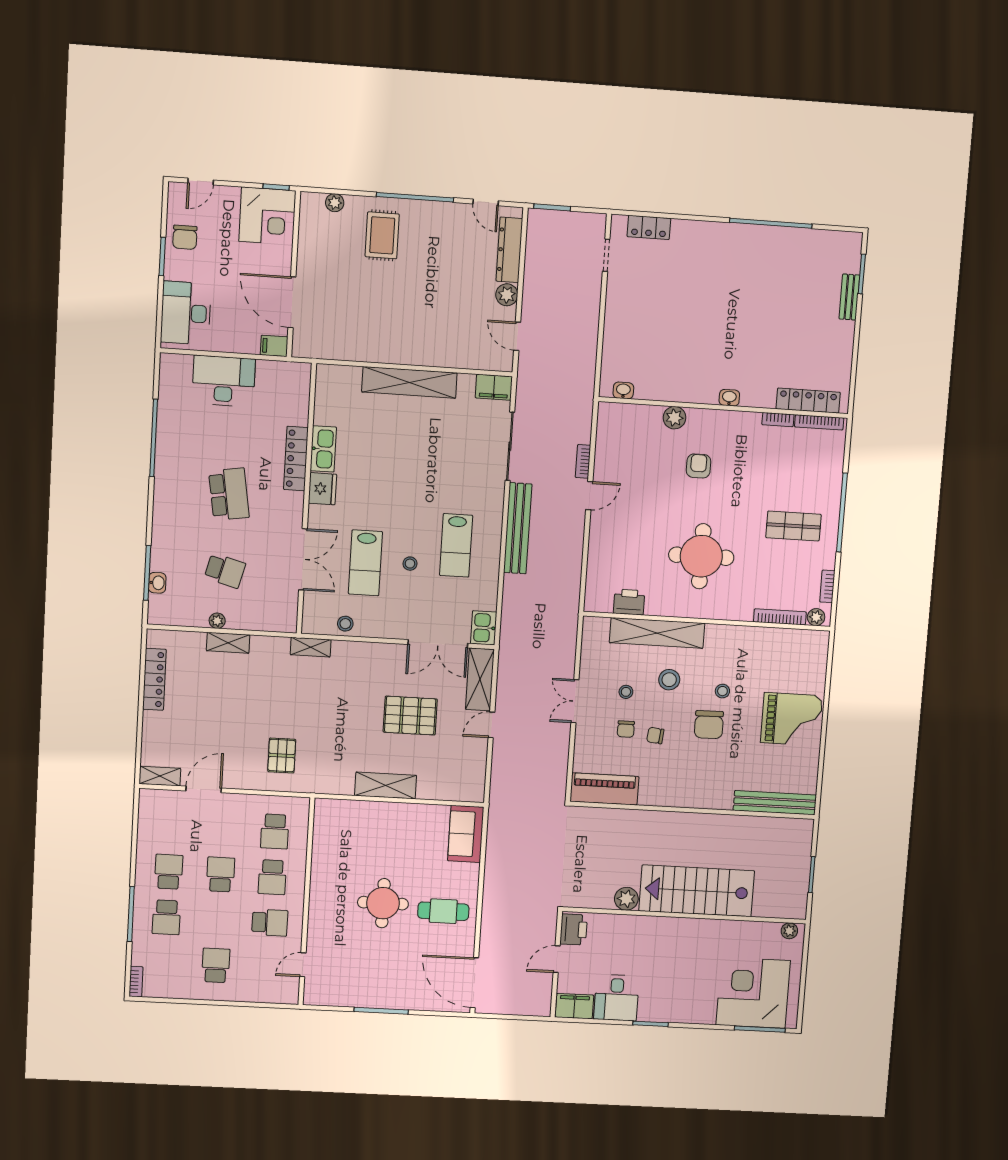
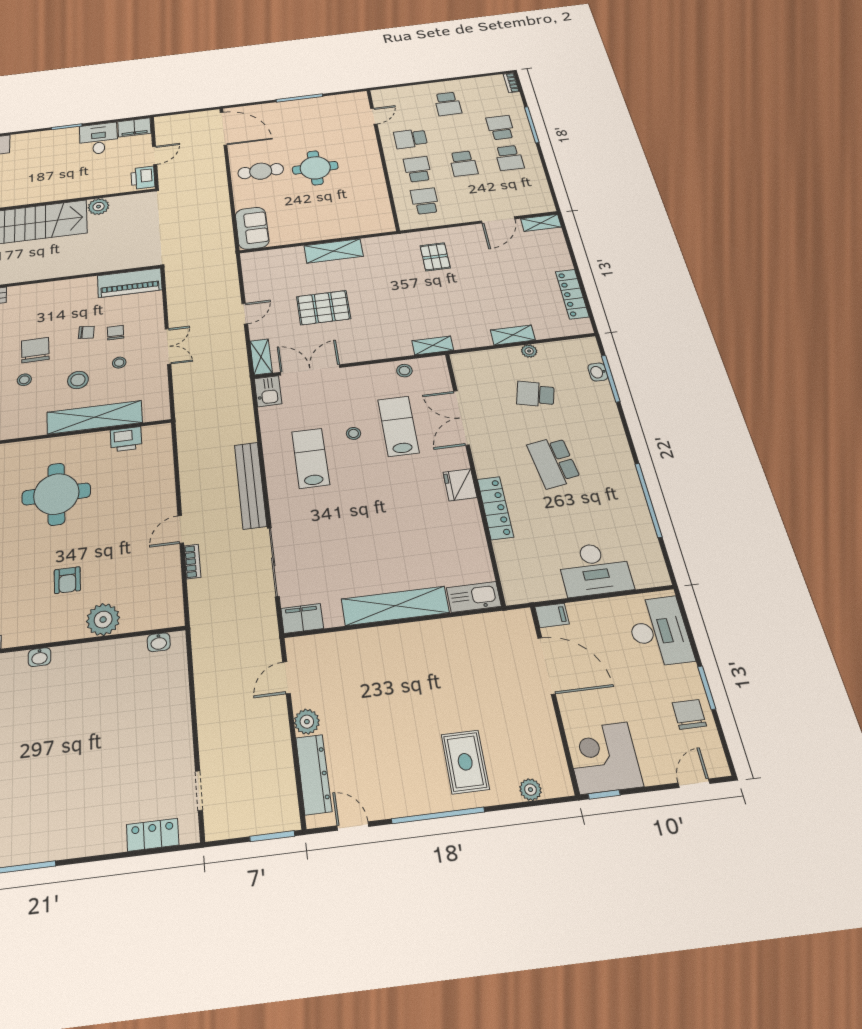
door: (517, 336) -> (287, 678), swing flipped
plant: (674, 418) -> (103, 620), width x1.36, depth x1.36
kitchen sink: (323, 449) -> (474, 597), moved, turned 90
shelving: (480, 679) -> (261, 357), width x0.67, depth x0.75

